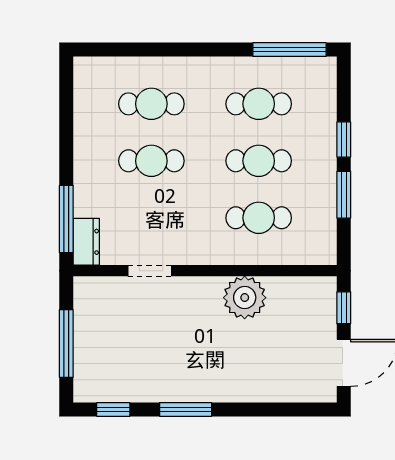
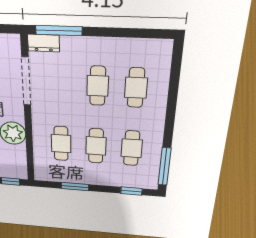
window: (344, 140) -> (131, 191), moved
doorway: (150, 271) -> (26, 81), width x1.87

